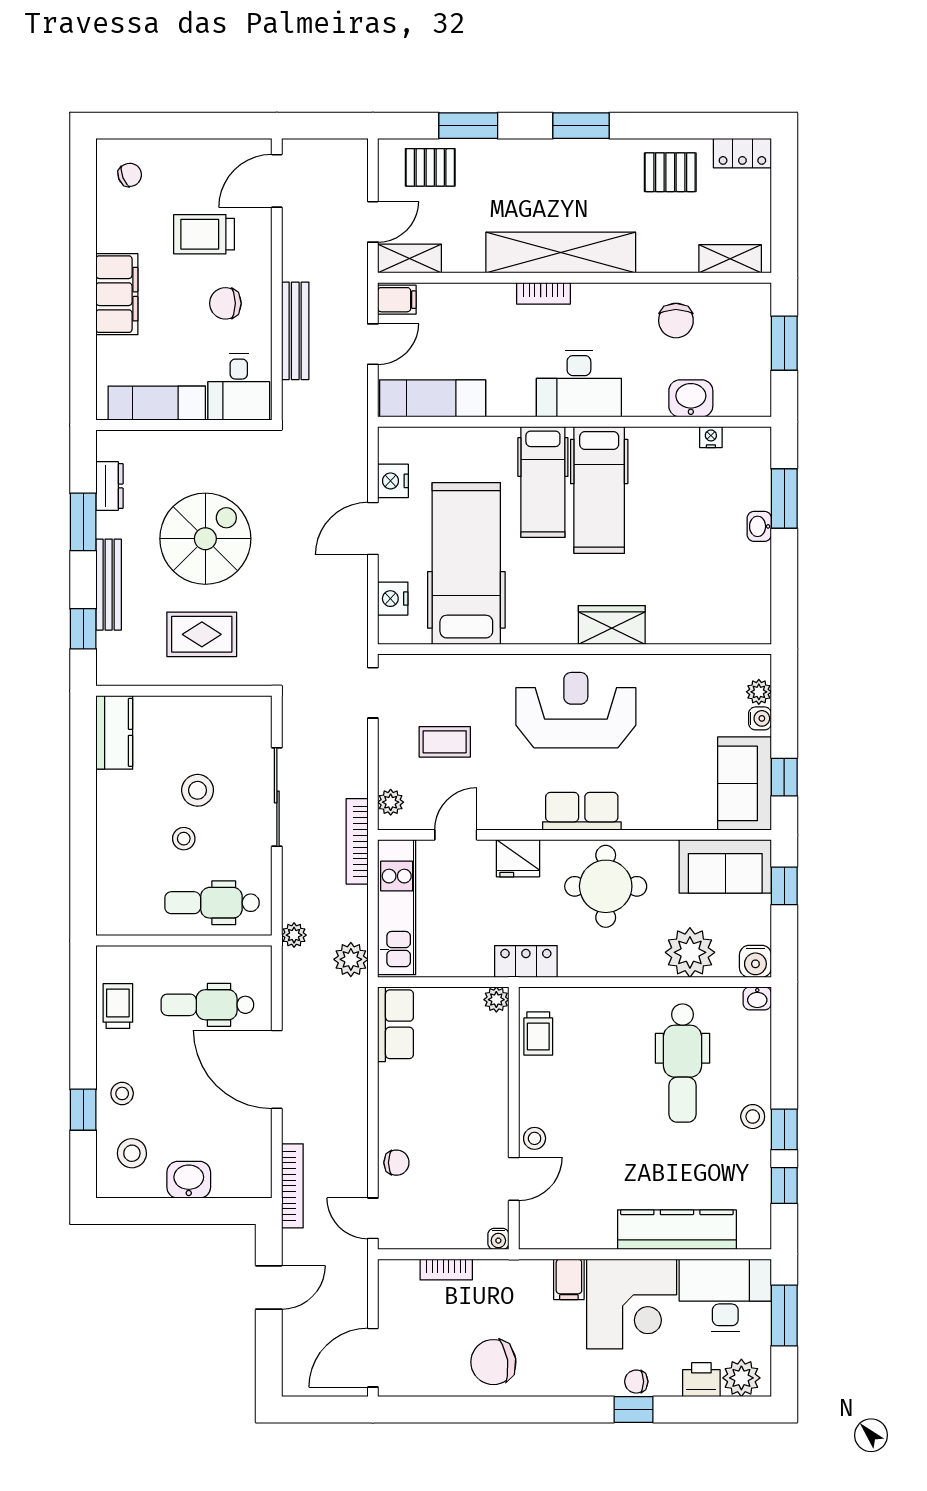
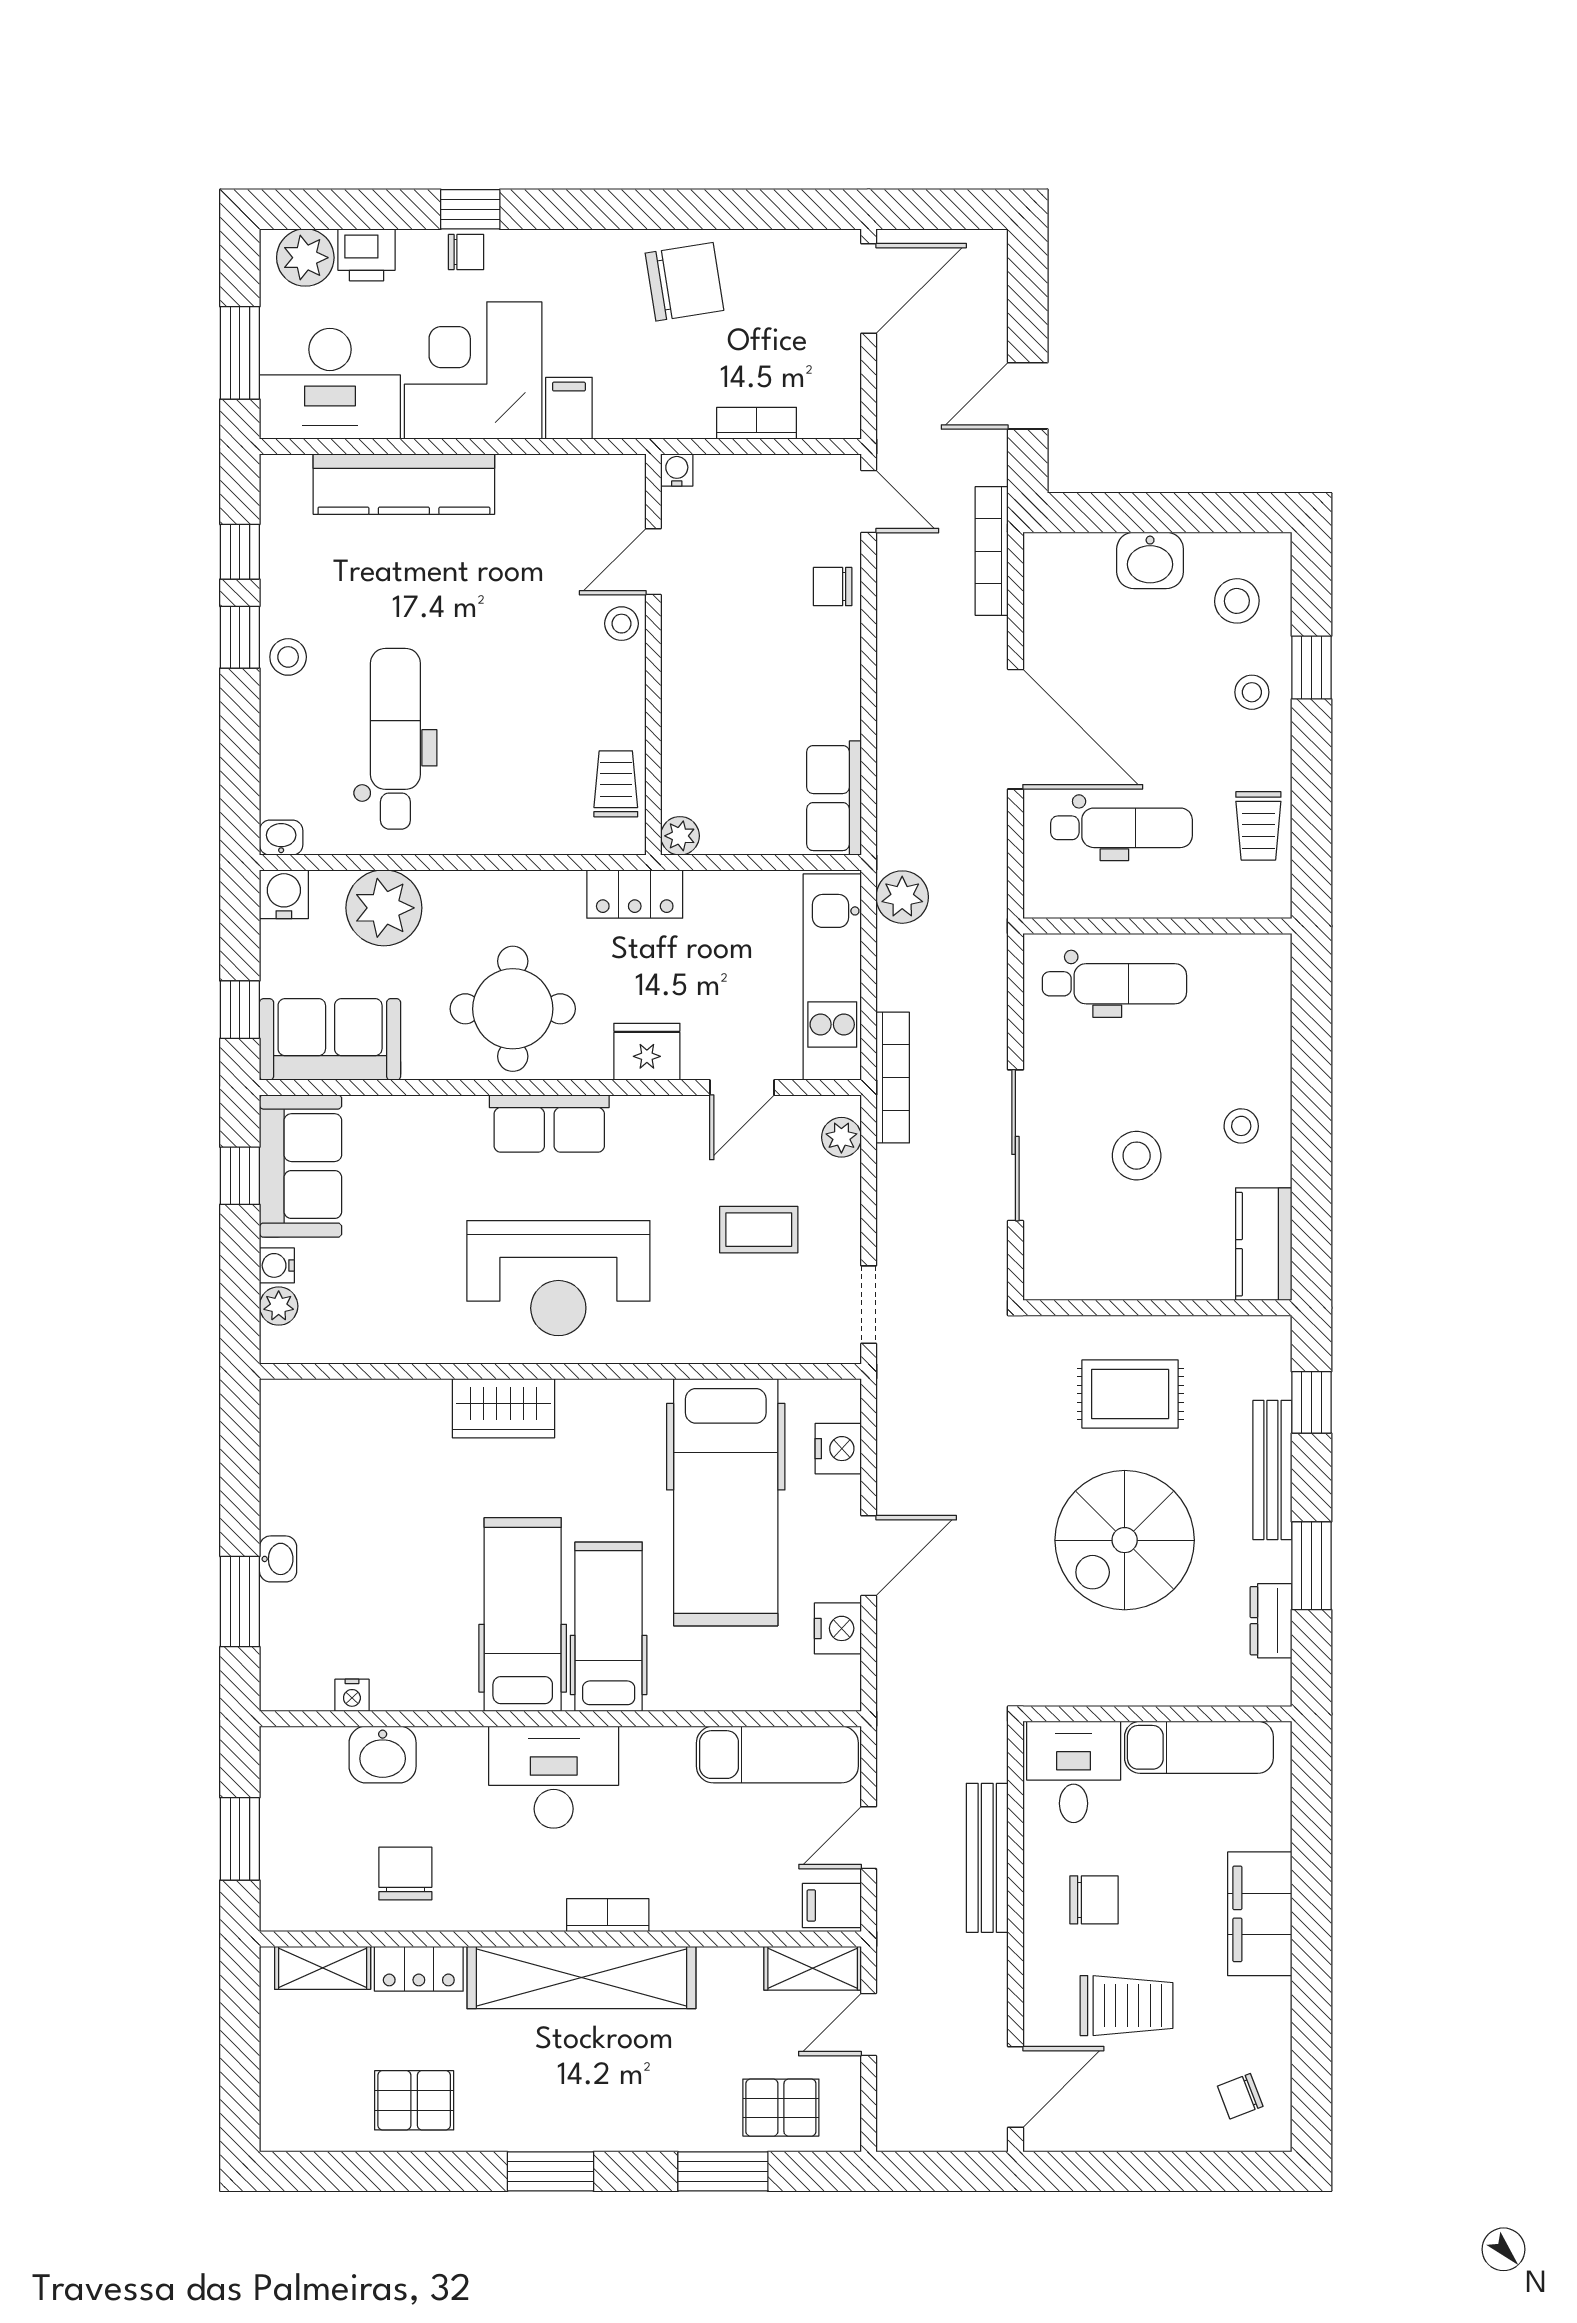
locker: (742, 153) -> (419, 1969), moved, turned 180
stool: (184, 839) -> (1241, 1126), moved
plant: (294, 935) -> (989, 934), removed

